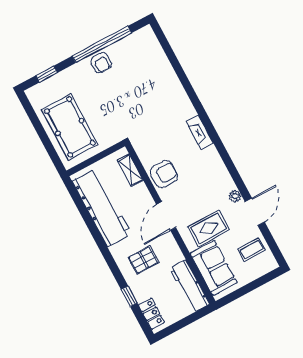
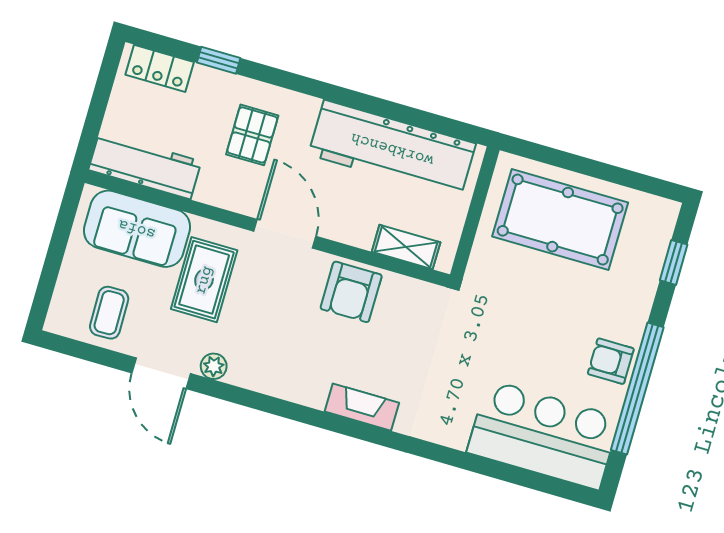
bar counter: (149, 61) -> (543, 435), added

